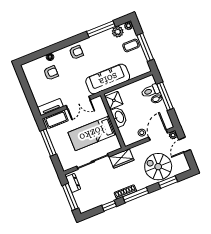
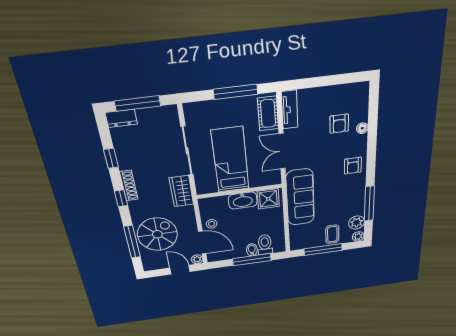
window: (168, 182) -> (132, 242), width x1.44
dresser: (73, 183) -> (121, 118), moved
window: (136, 195) -> (121, 198), width x0.46

